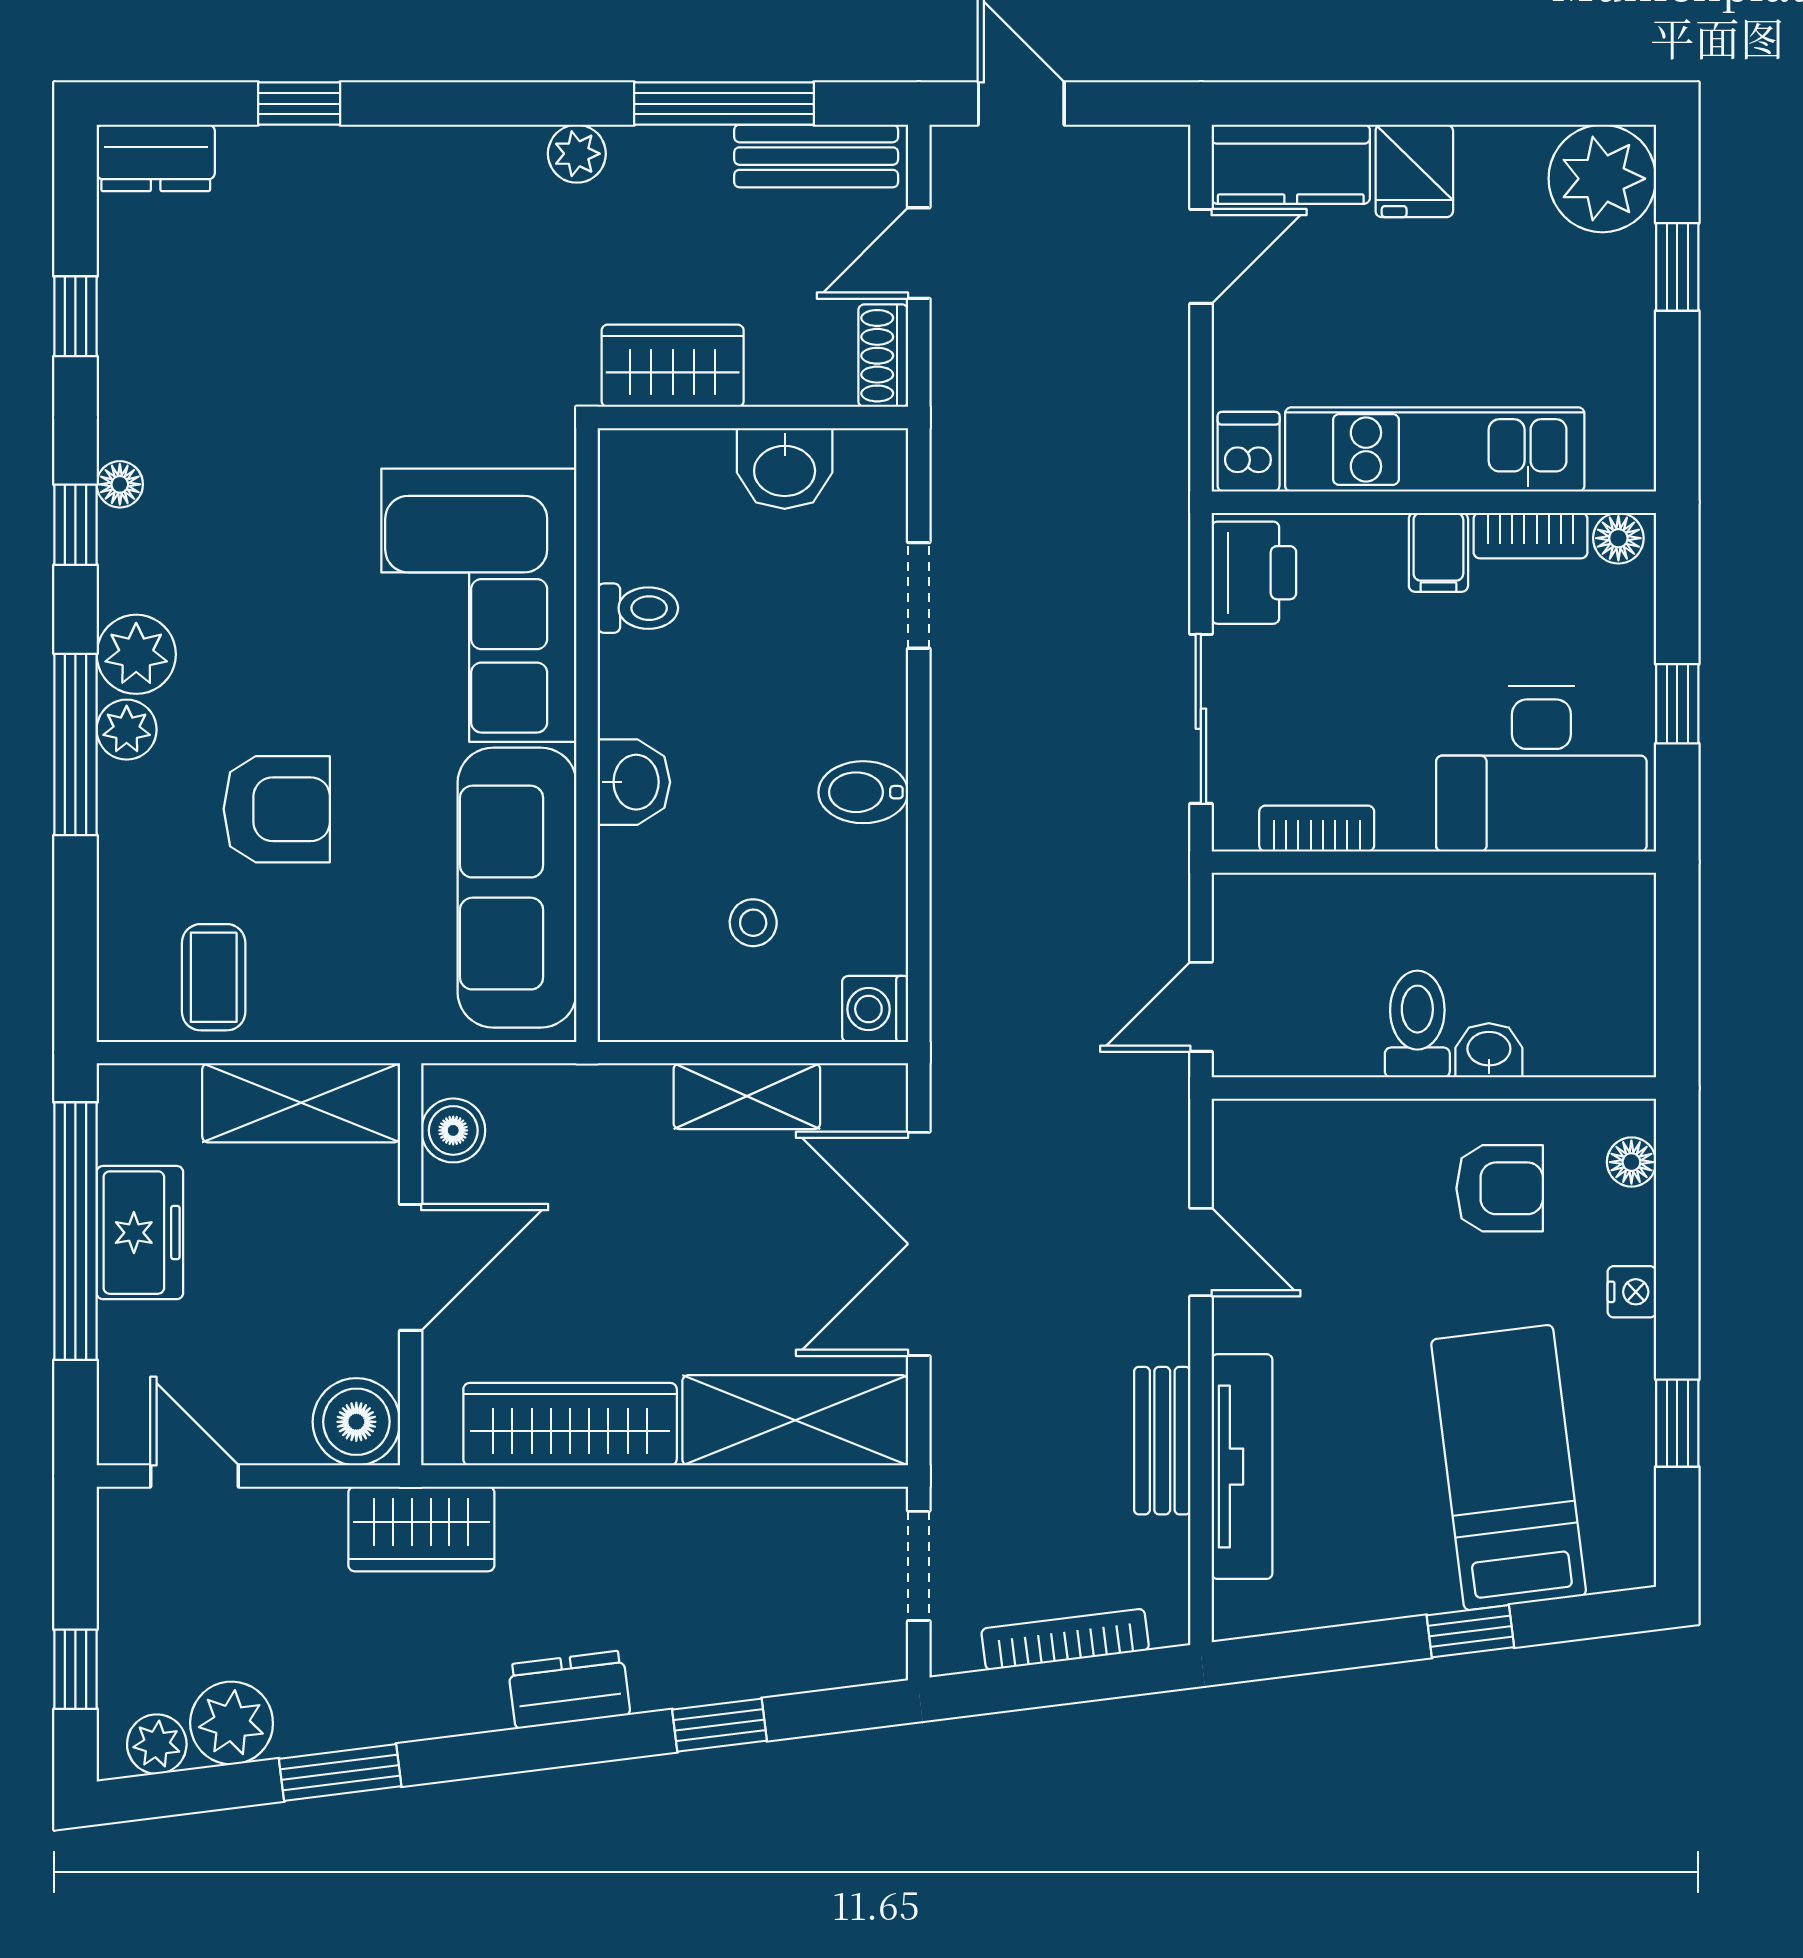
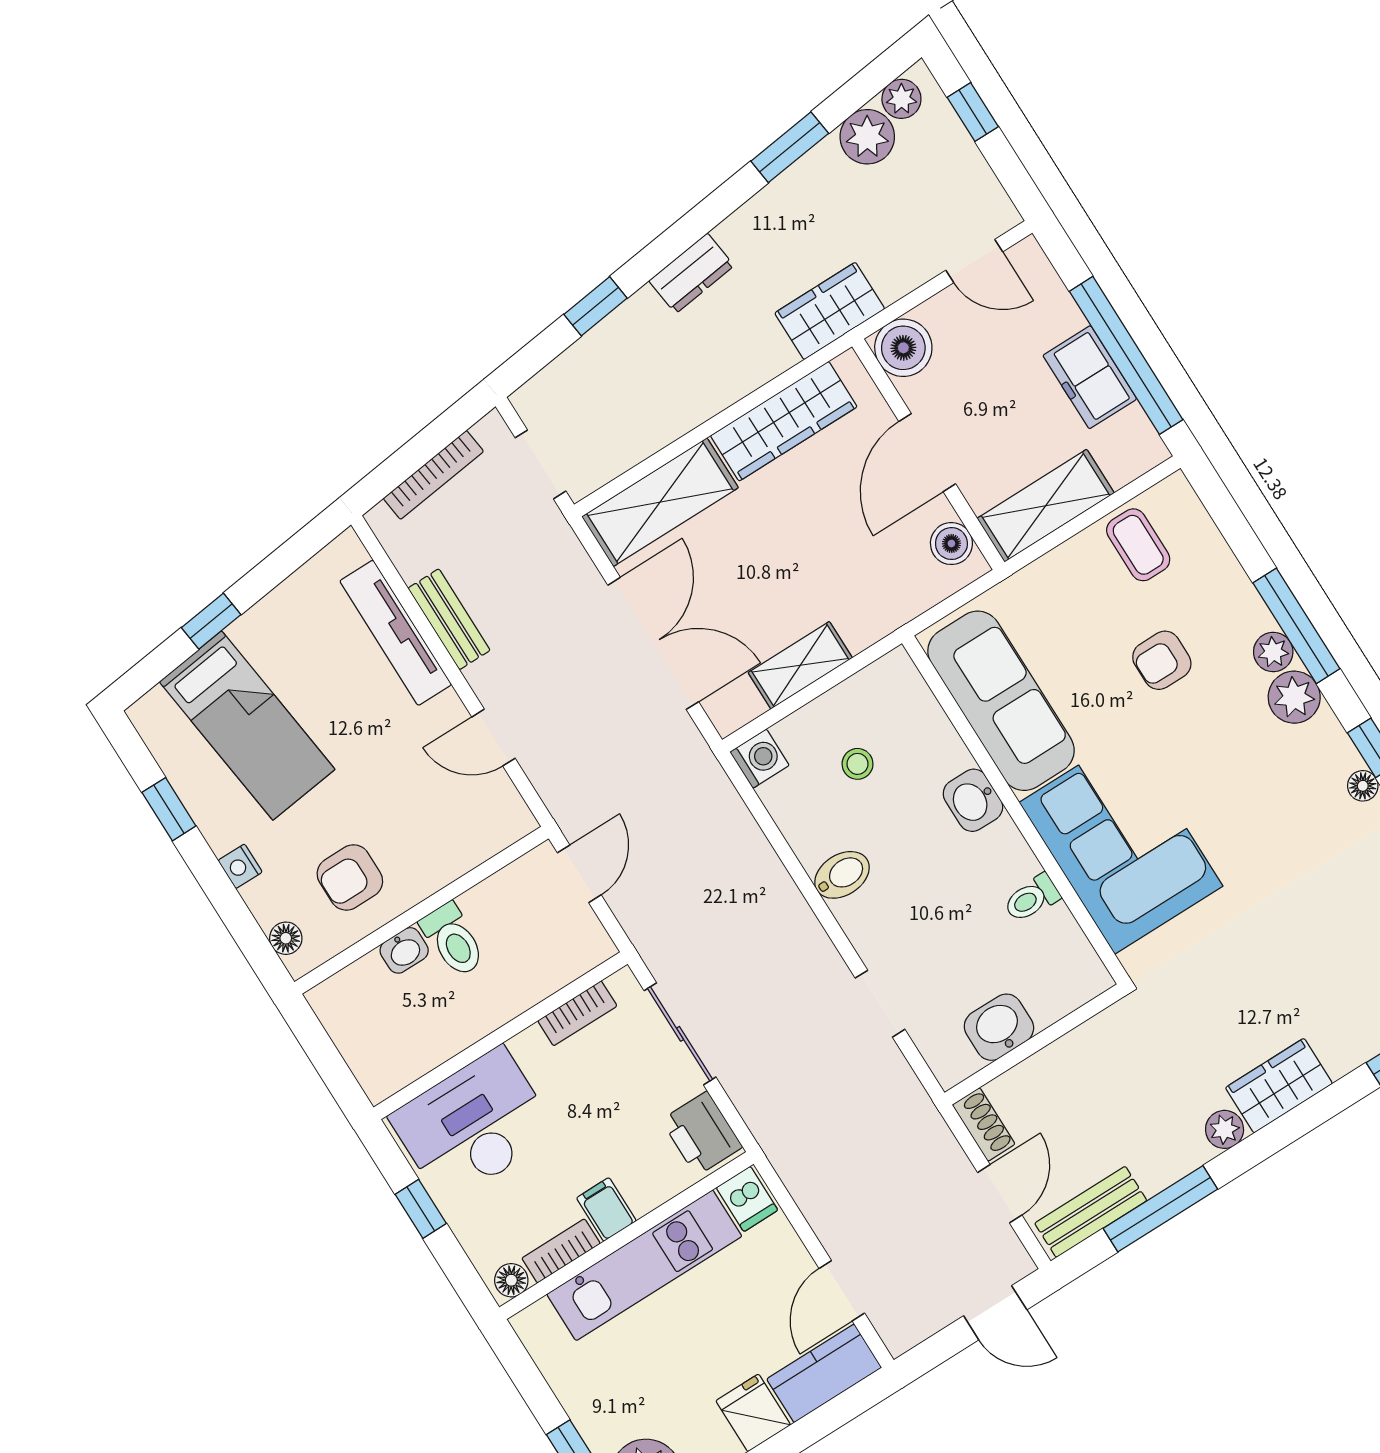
wardrobe: (673, 366) -> (1279, 1086), moved, turned 180
armchair: (277, 809) -> (1162, 660), width x0.72, depth x0.72

